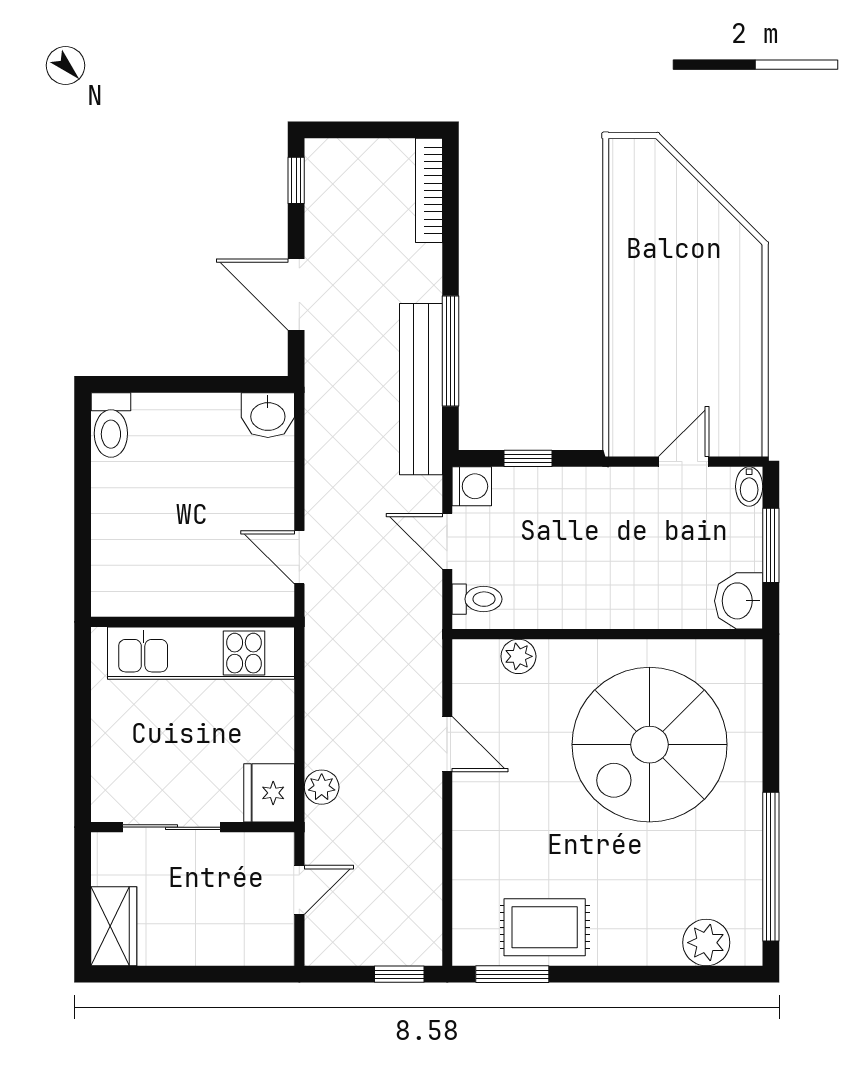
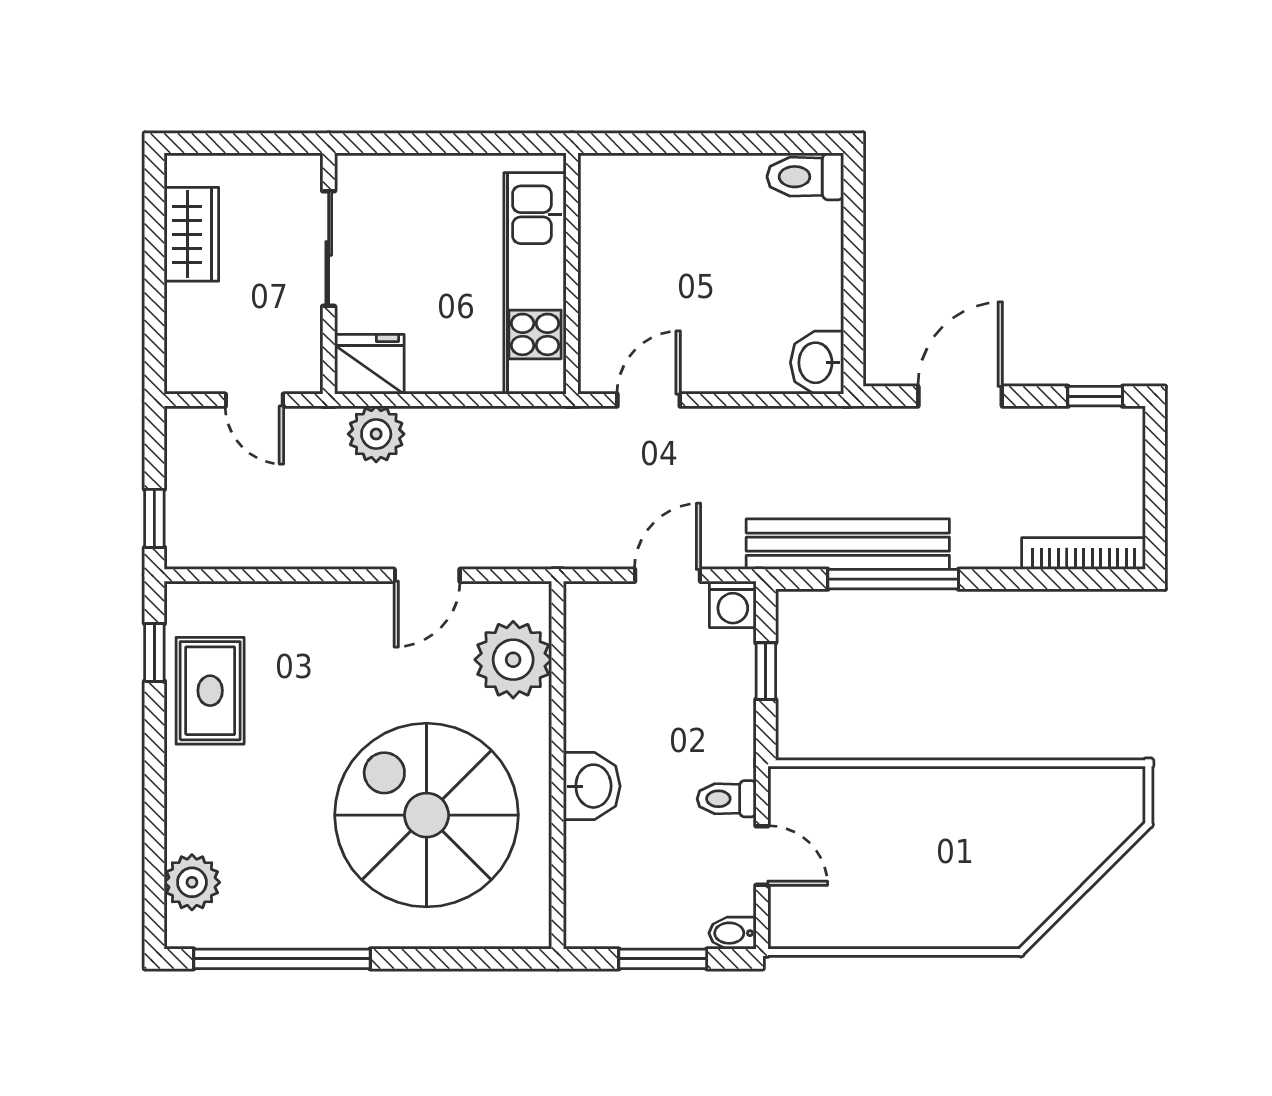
toilet: (477, 599) -> (727, 799), moved, turned 90
washbasin: (739, 601) -> (592, 786), moved, turned 90
plant: (518, 656) -> (513, 660), width x1.88, depth x1.88
plant: (322, 787) -> (376, 434), width x1.38, depth x1.38
wardrobe: (114, 926) -> (191, 234), moved, turned -90
window: (512, 974) -> (154, 652), width x0.67

